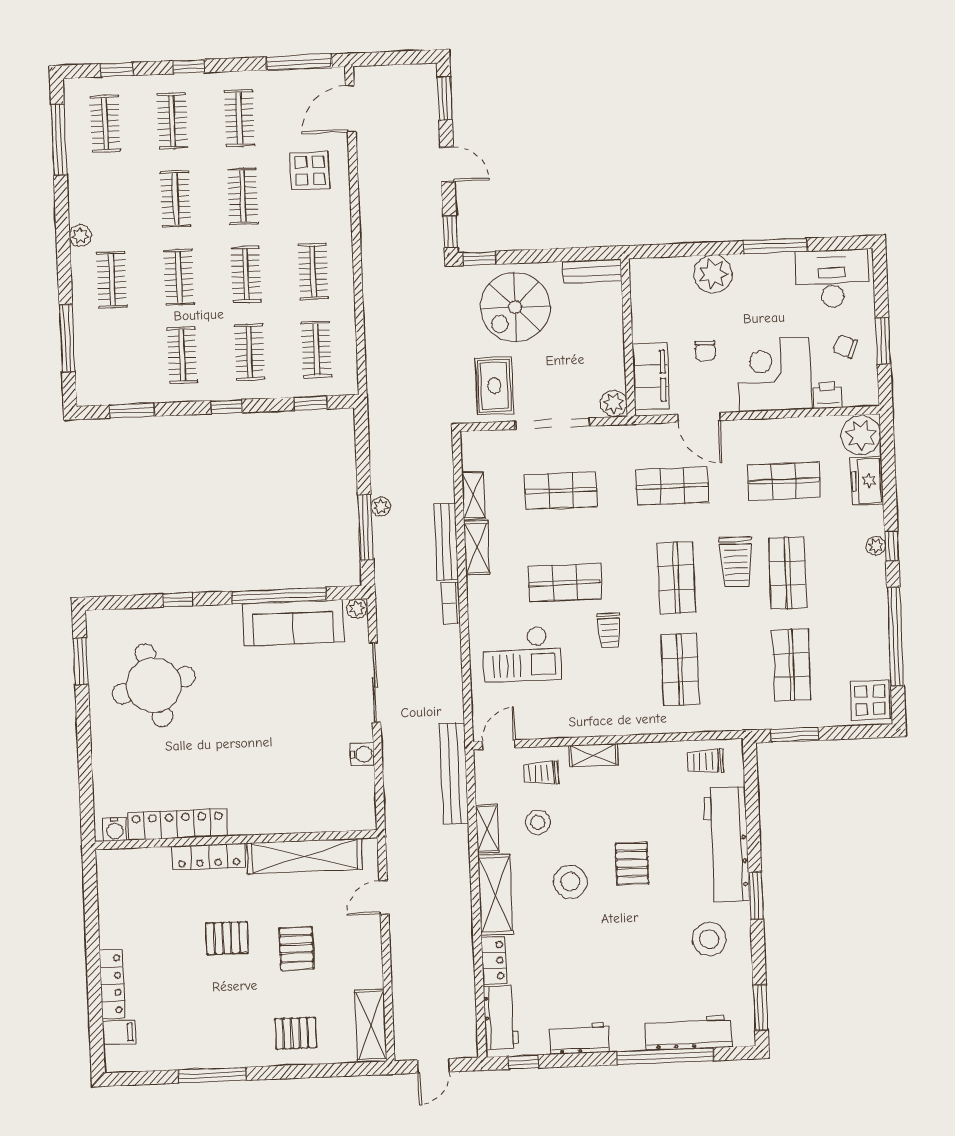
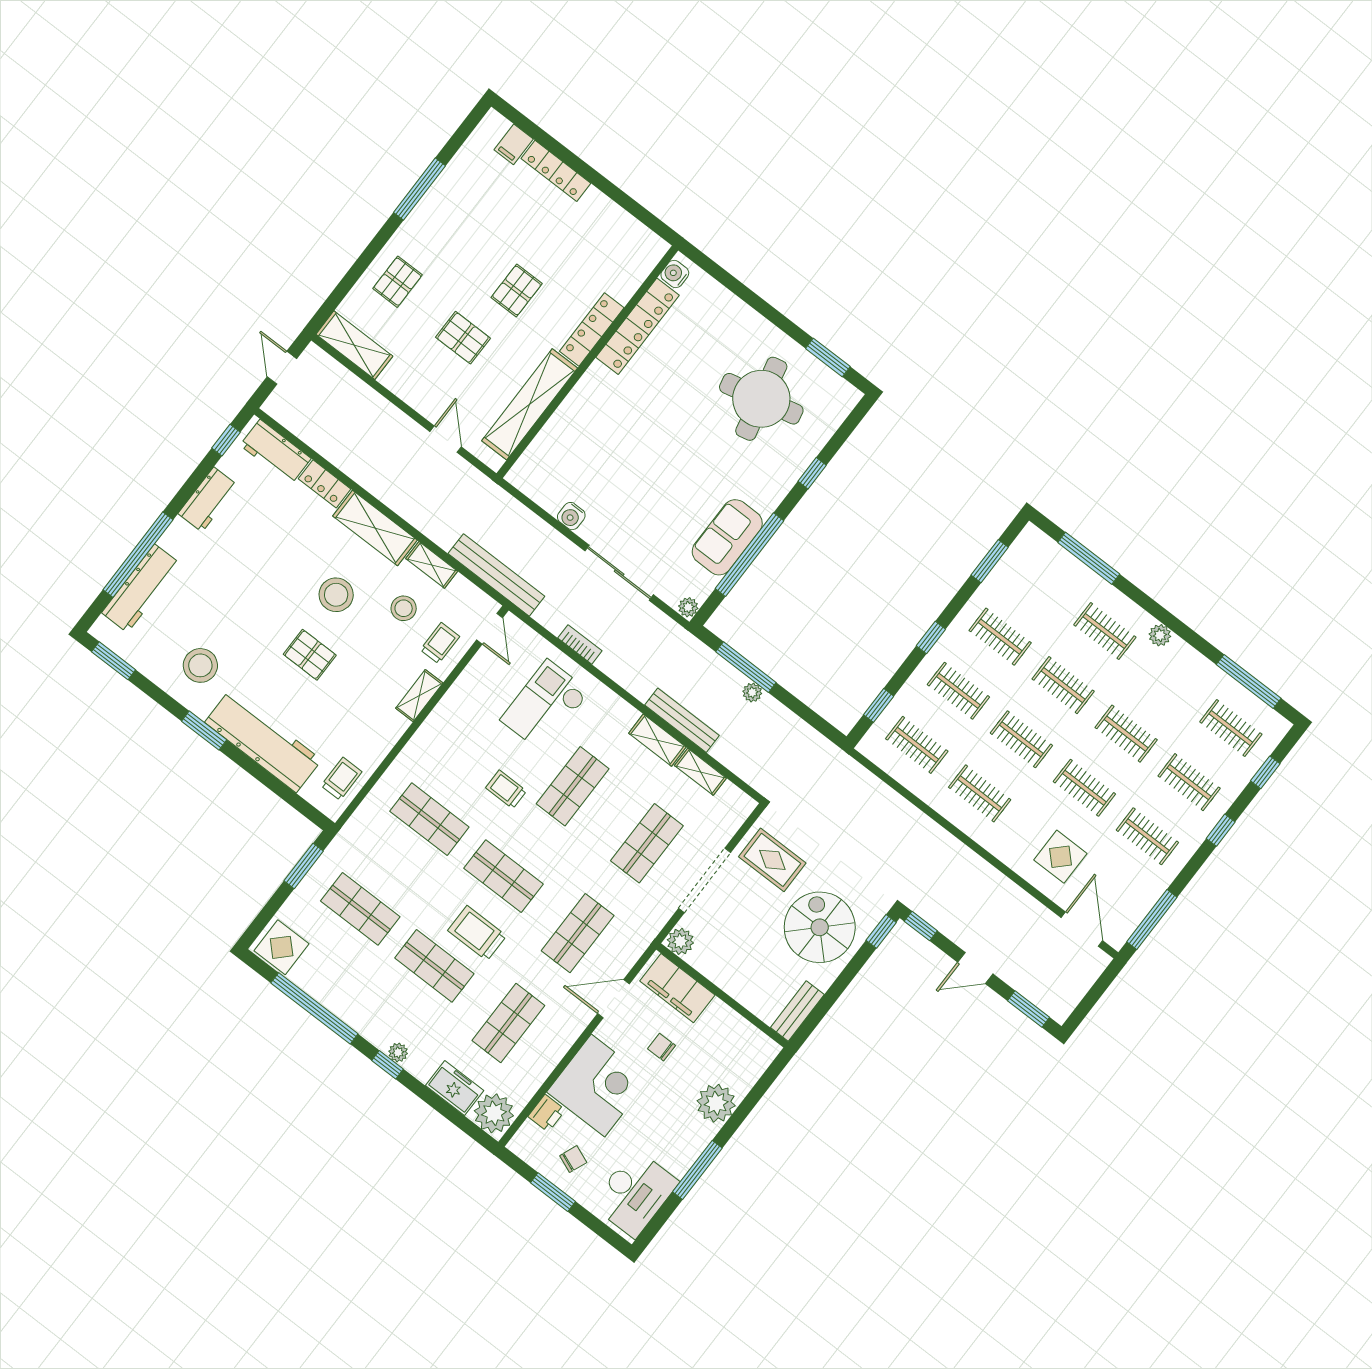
bookcase: (451, 603) -> (580, 644), moved
sofa: (293, 623) -> (727, 537), width x0.73

